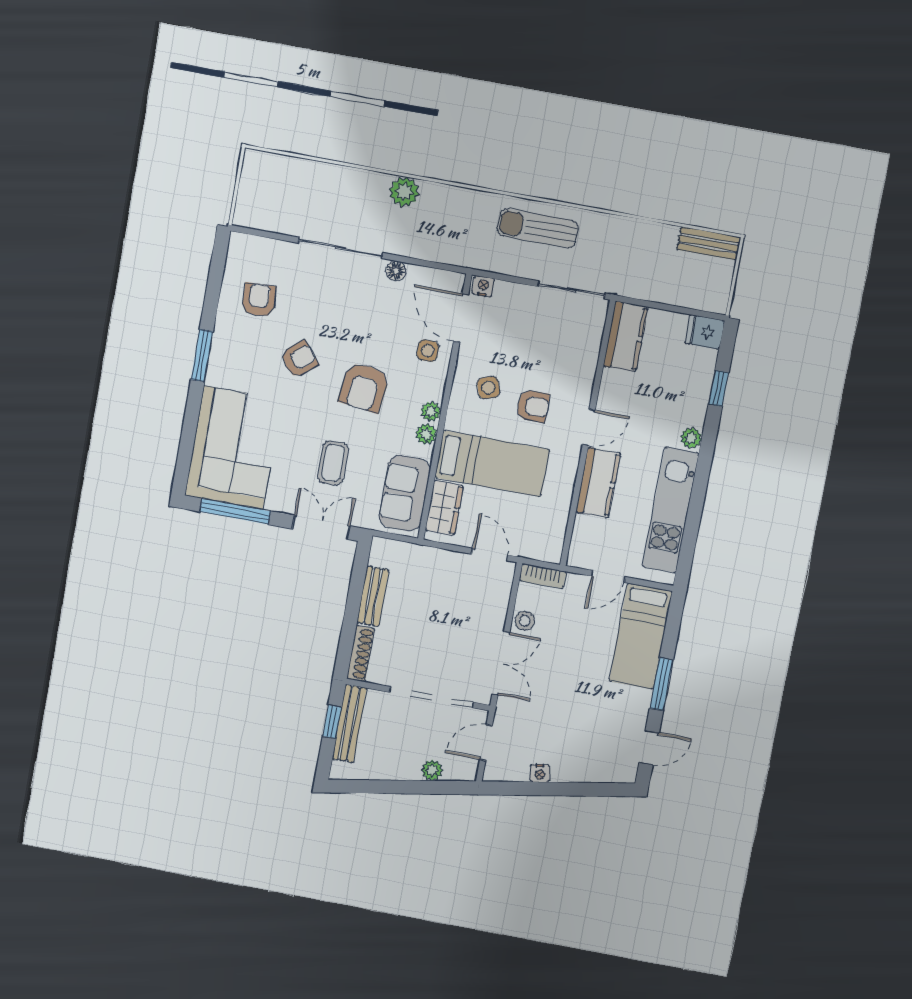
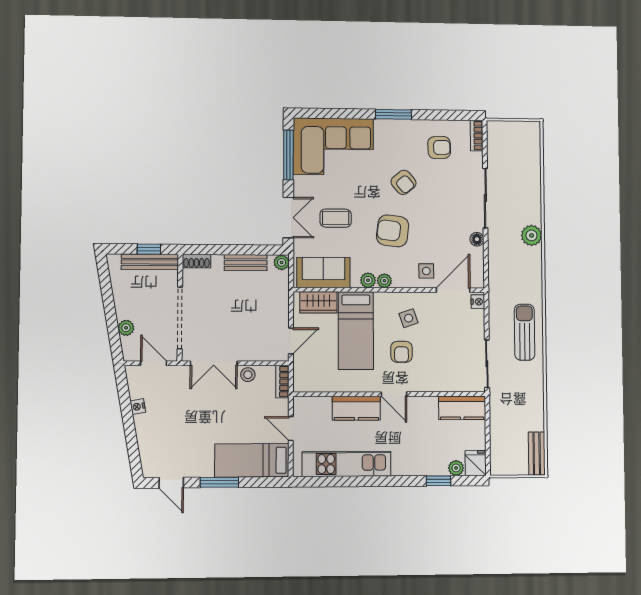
bookcase: (251, 243) -> (477, 136), added
plant: (691, 438) -> (456, 468), moved
plant: (381, 548) -> (282, 262), added
shoe rack: (361, 654) -> (196, 261), width x0.70

